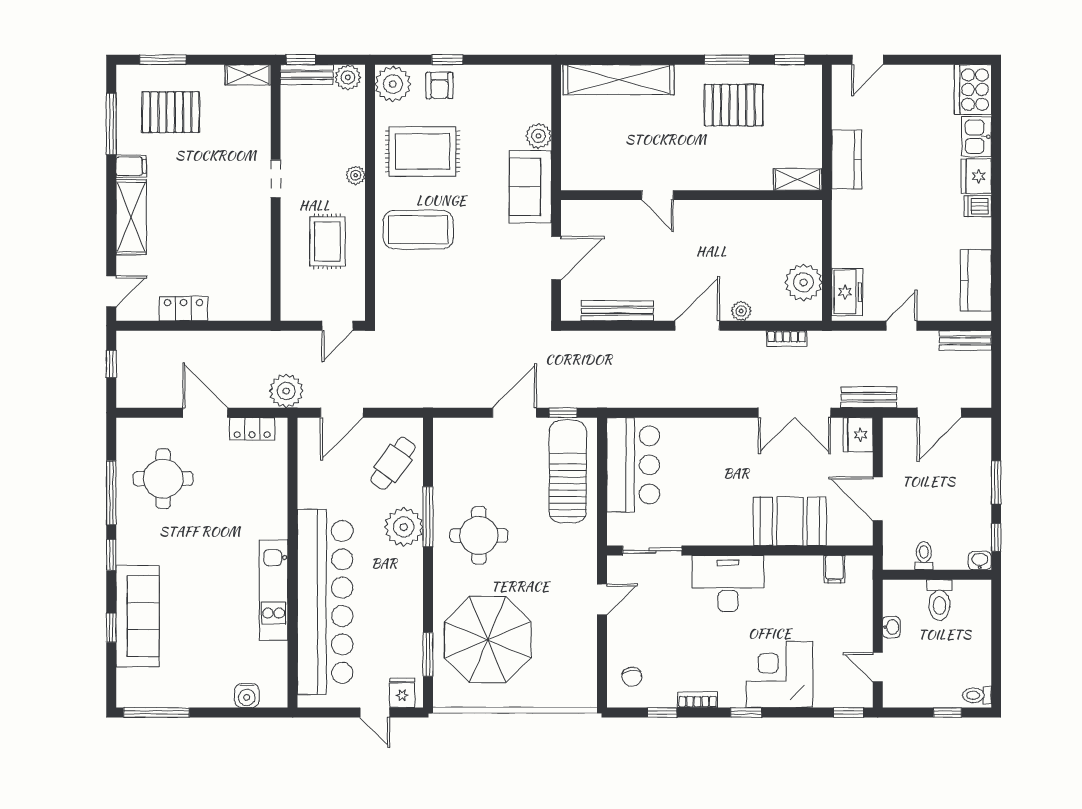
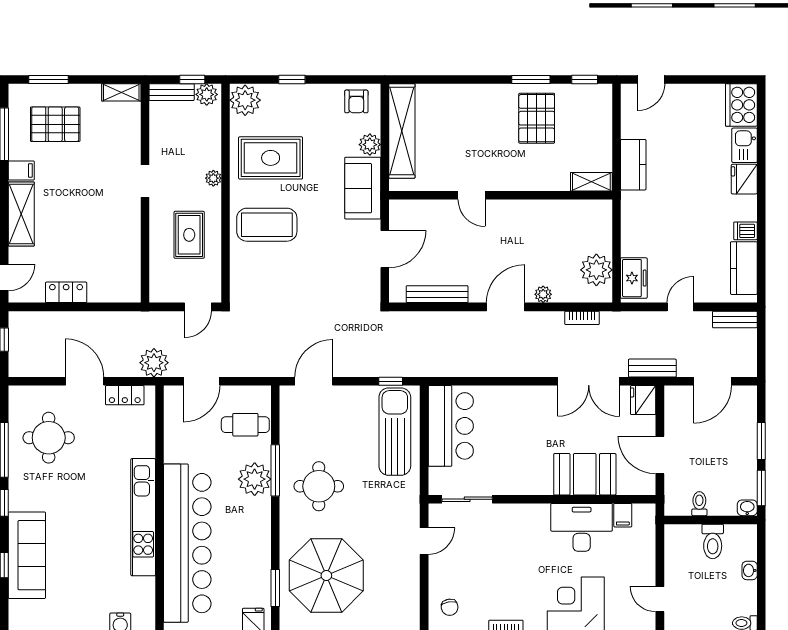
window: (301, 60) -> (192, 79), moved
shelving: (619, 80) -> (402, 131), moved, turned 90
armchair: (439, 85) -> (356, 101), moved
pallet: (734, 105) -> (537, 118), turned 90
dishwasher: (978, 206) -> (745, 231), moved
door: (515, 413) -> (314, 381), moved
cafe table: (393, 463) -> (245, 425), turned 54
window: (996, 537) -> (761, 488), width x1.50
desk: (728, 584) -> (582, 527), moved
kitchen unit: (274, 590) -> (143, 517), width x1.36
washbasin: (891, 627) -> (750, 570), moved, turned 180

